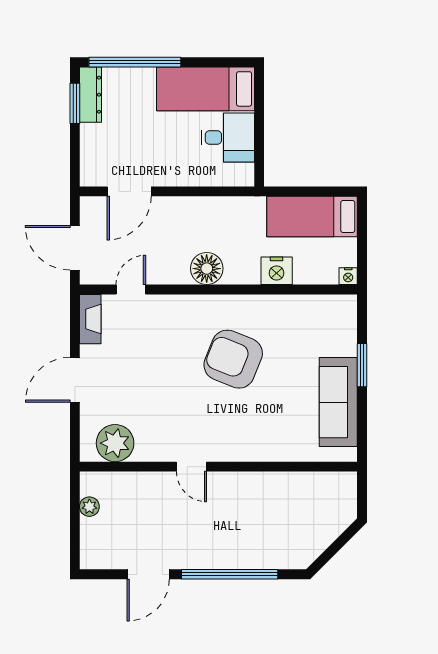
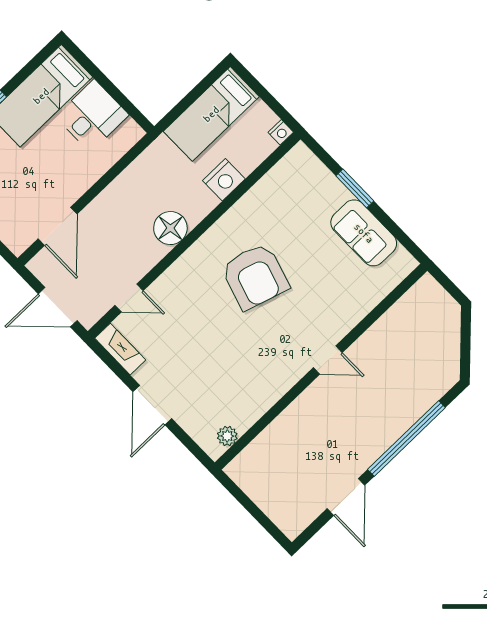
door: (131, 289) -> (129, 298), swing flipped
armchair: (233, 359) -> (255, 276), turned -95
sofa: (338, 402) -> (364, 233), width x0.73
plant: (115, 443) -> (227, 436), width x0.53, depth x0.53
door: (191, 467) -> (328, 360), moved
plant: (89, 507) -> (254, 489), removed

